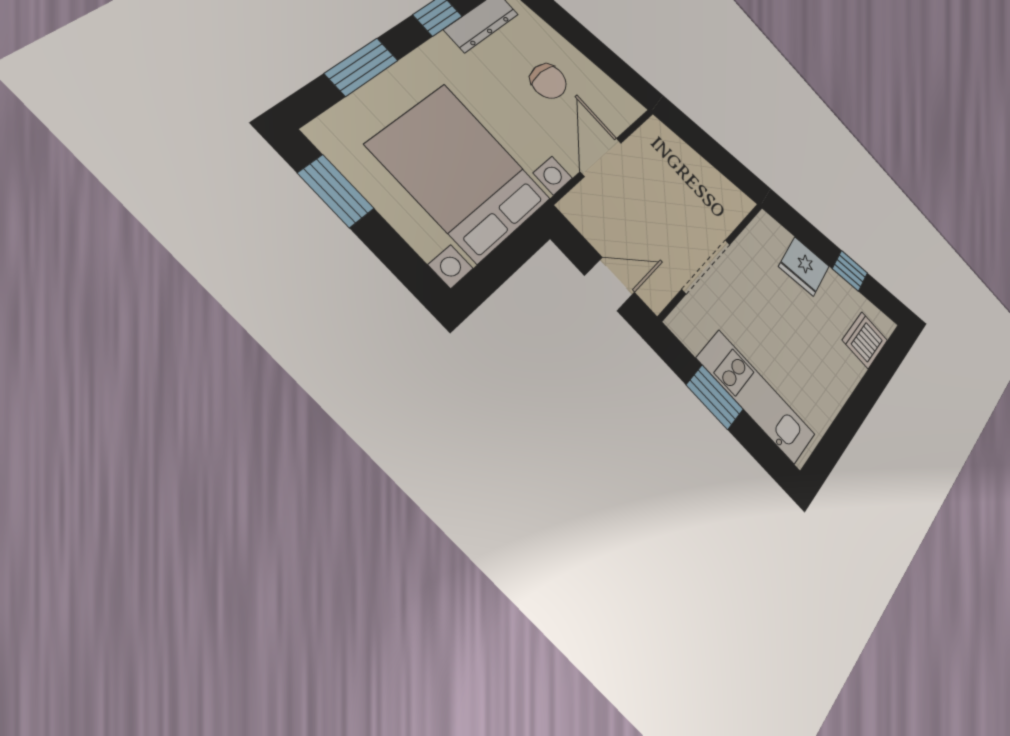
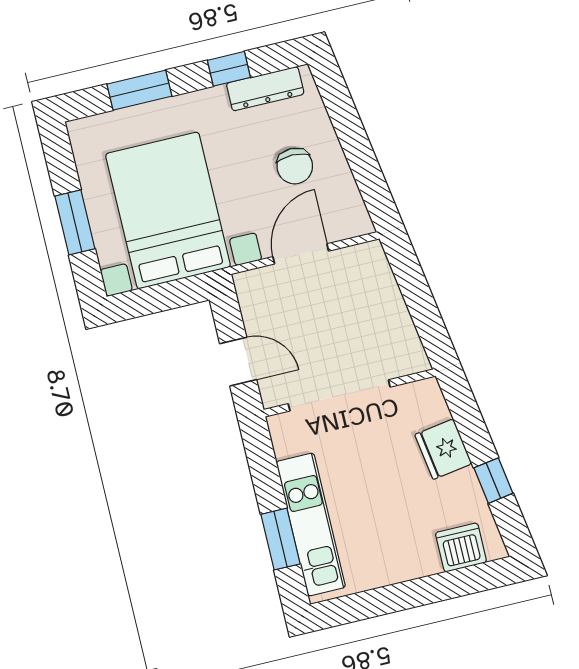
window: (336, 191) -> (75, 222), moved
doorway: (706, 266) -> (339, 395), width x1.36
window: (715, 397) -> (280, 539), moved

